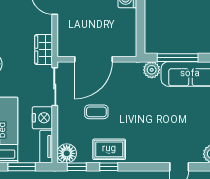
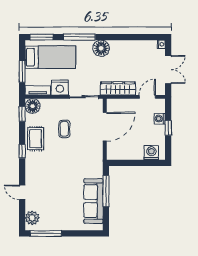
wardrobe: (44, 50) -> (118, 88), width x1.50
door: (94, 59) -> (105, 127), swing flipped
plant: (152, 70) -> (97, 171), removed
window: (109, 167) -> (22, 151), moved

